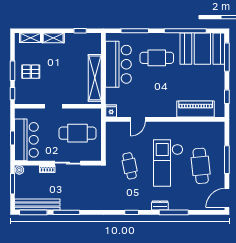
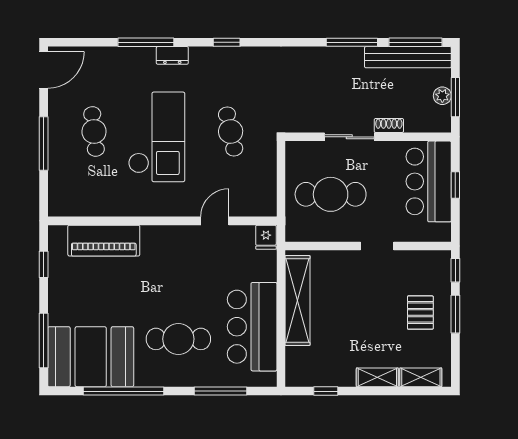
pallet: (31, 72) -> (420, 313), turned 90
cafe table: (201, 166) -> (94, 132), width x0.73, depth x0.74
plant: (19, 170) -> (442, 96), moved

